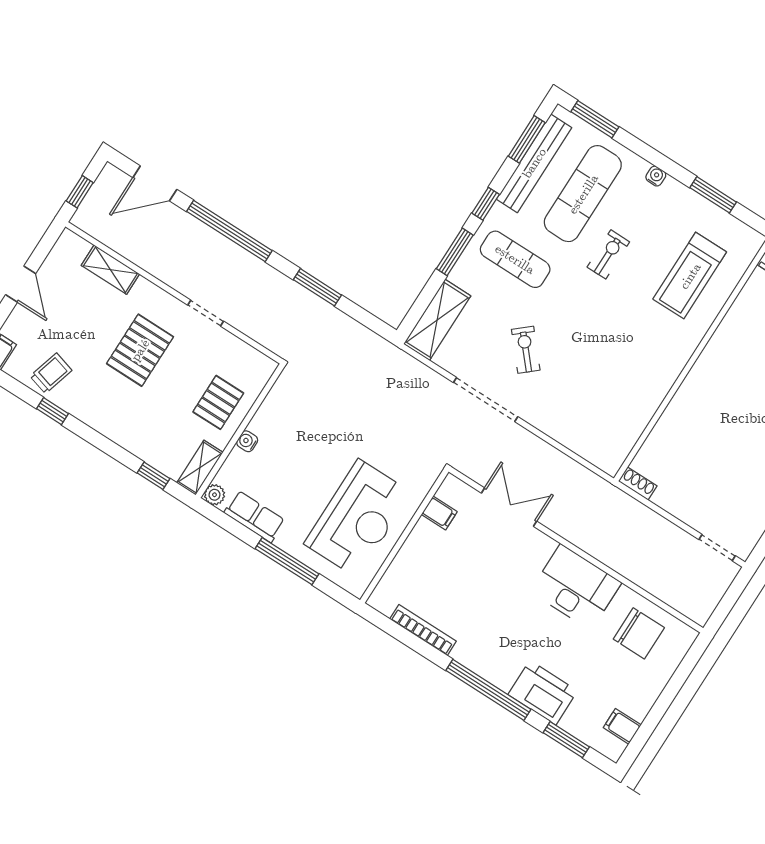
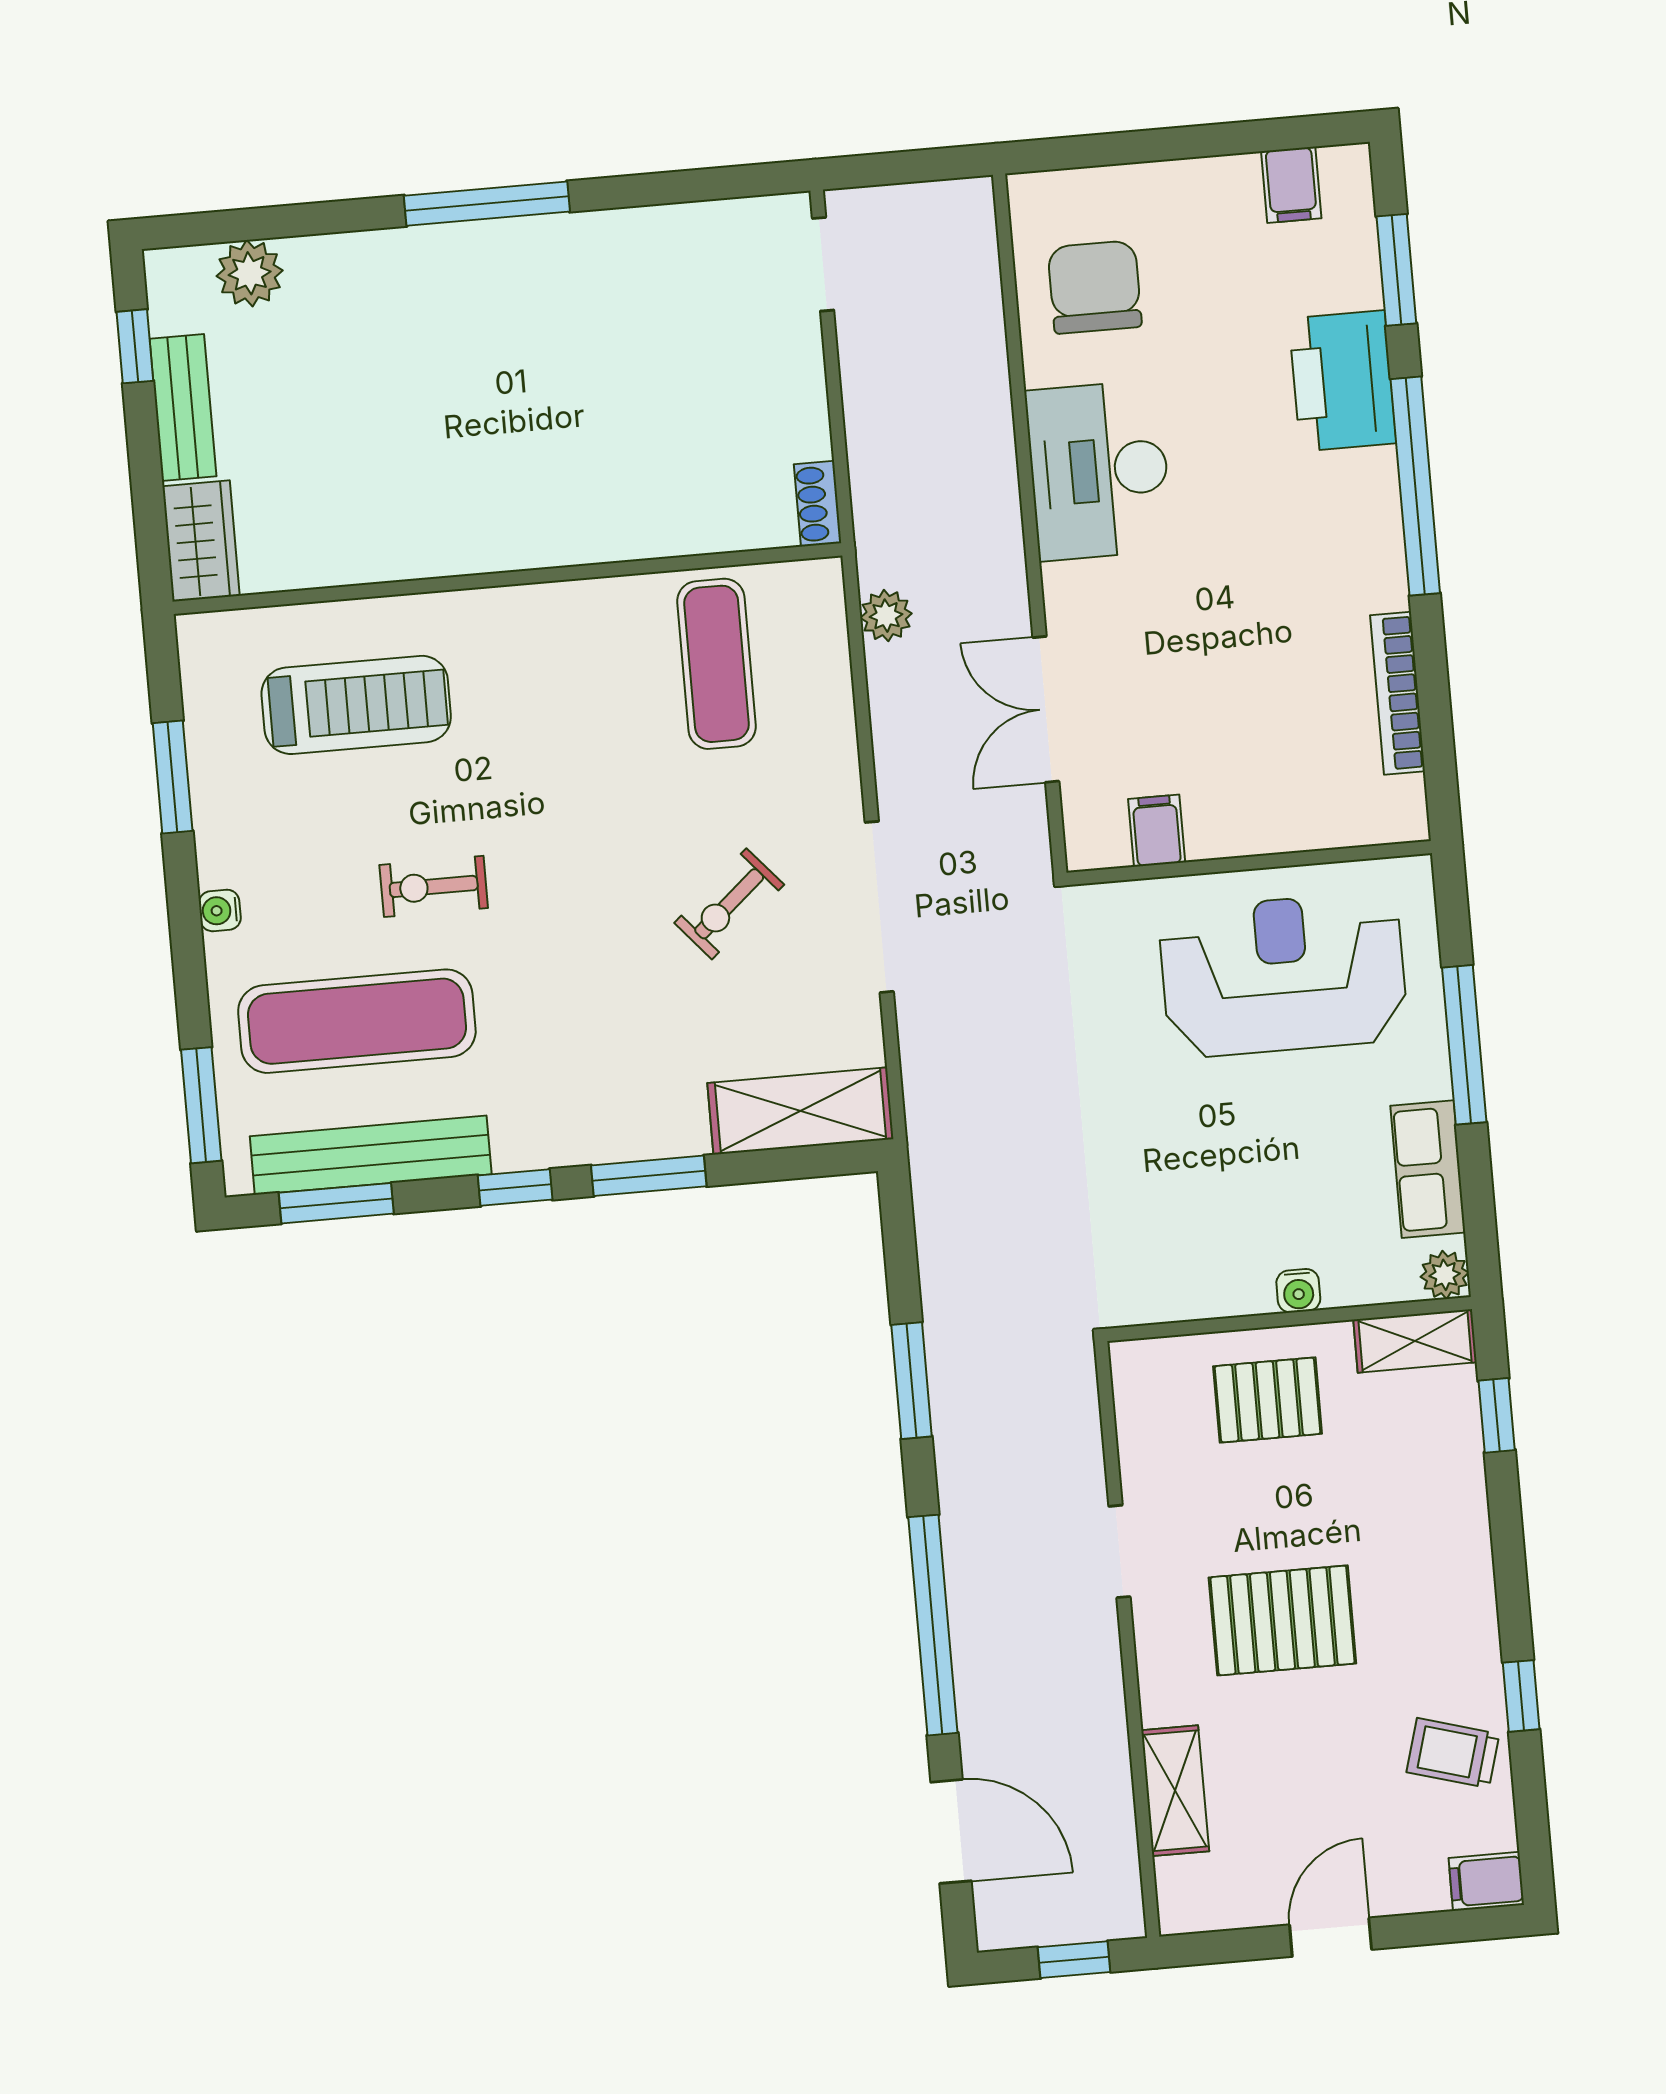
exercise mat: (515, 259) -> (717, 664), moved
plant: (582, 478) -> (886, 616), added

